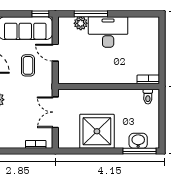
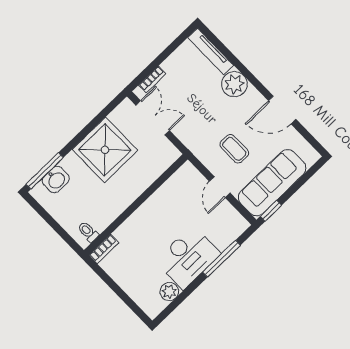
plant: (81, 23) -> (169, 292), moved
door: (55, 53) -> (220, 187), swing flipped
double door: (55, 112) -> (153, 118), moved

